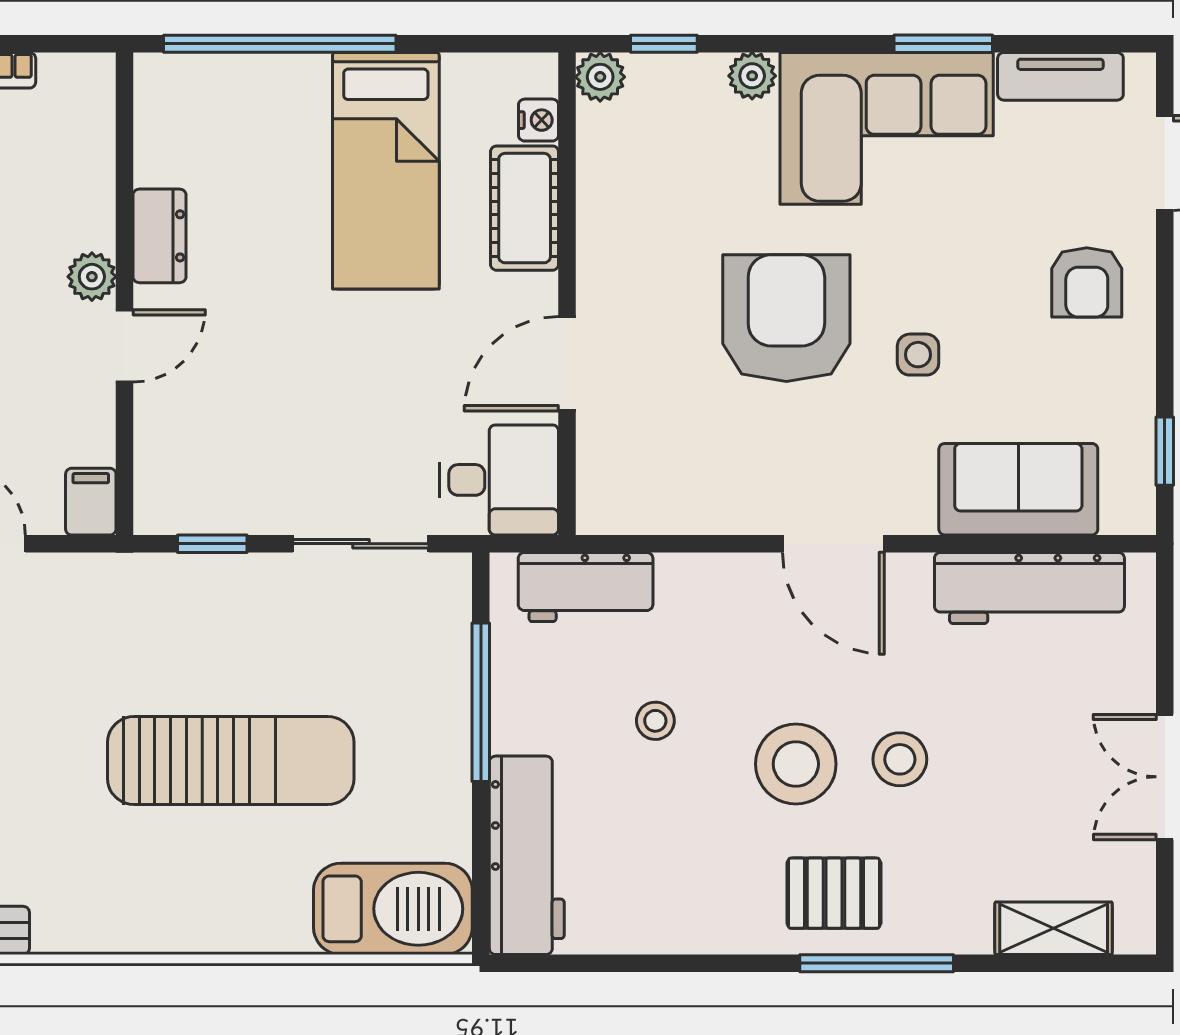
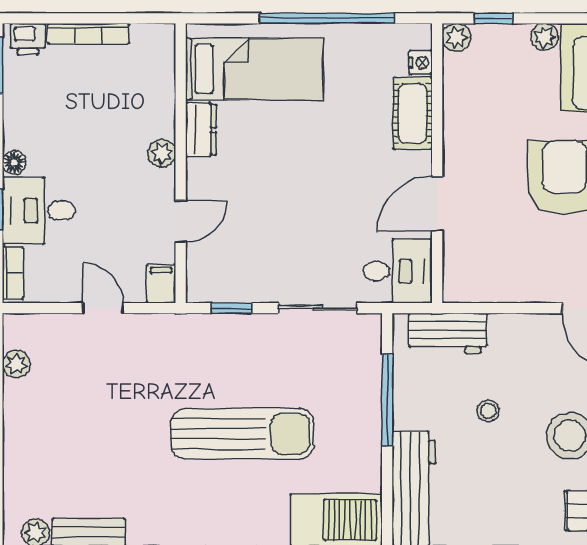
window: (280, 44) -> (327, 18), moved
bed: (386, 171) -> (254, 69), moved, turned -90
door: (125, 346) -> (181, 221), moved

